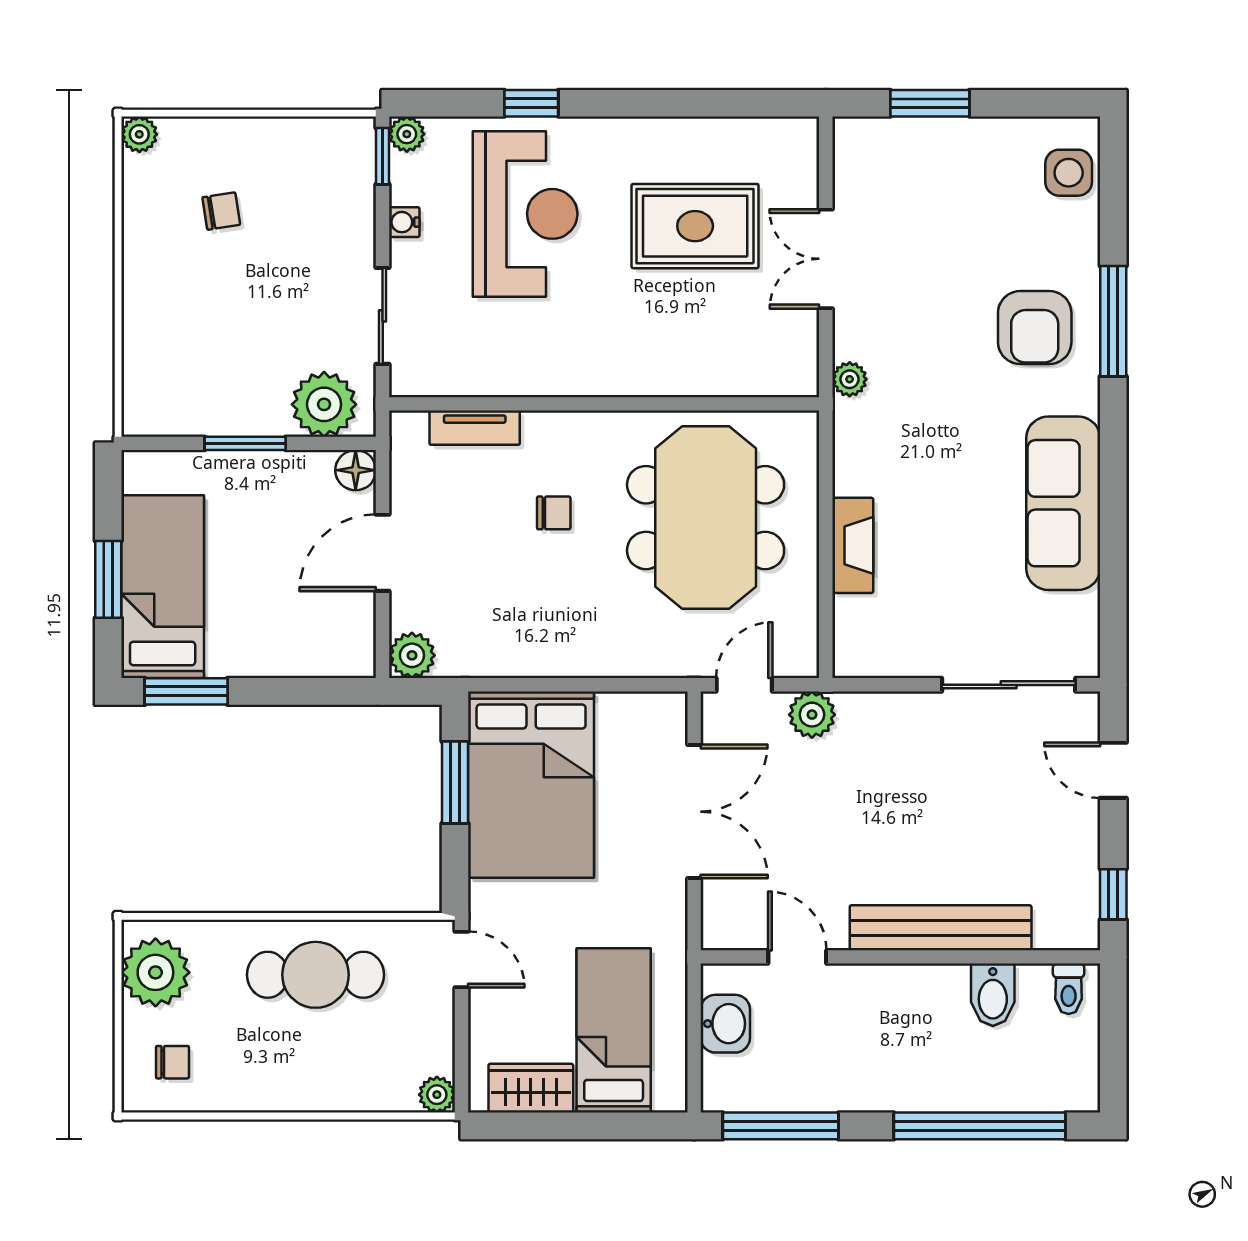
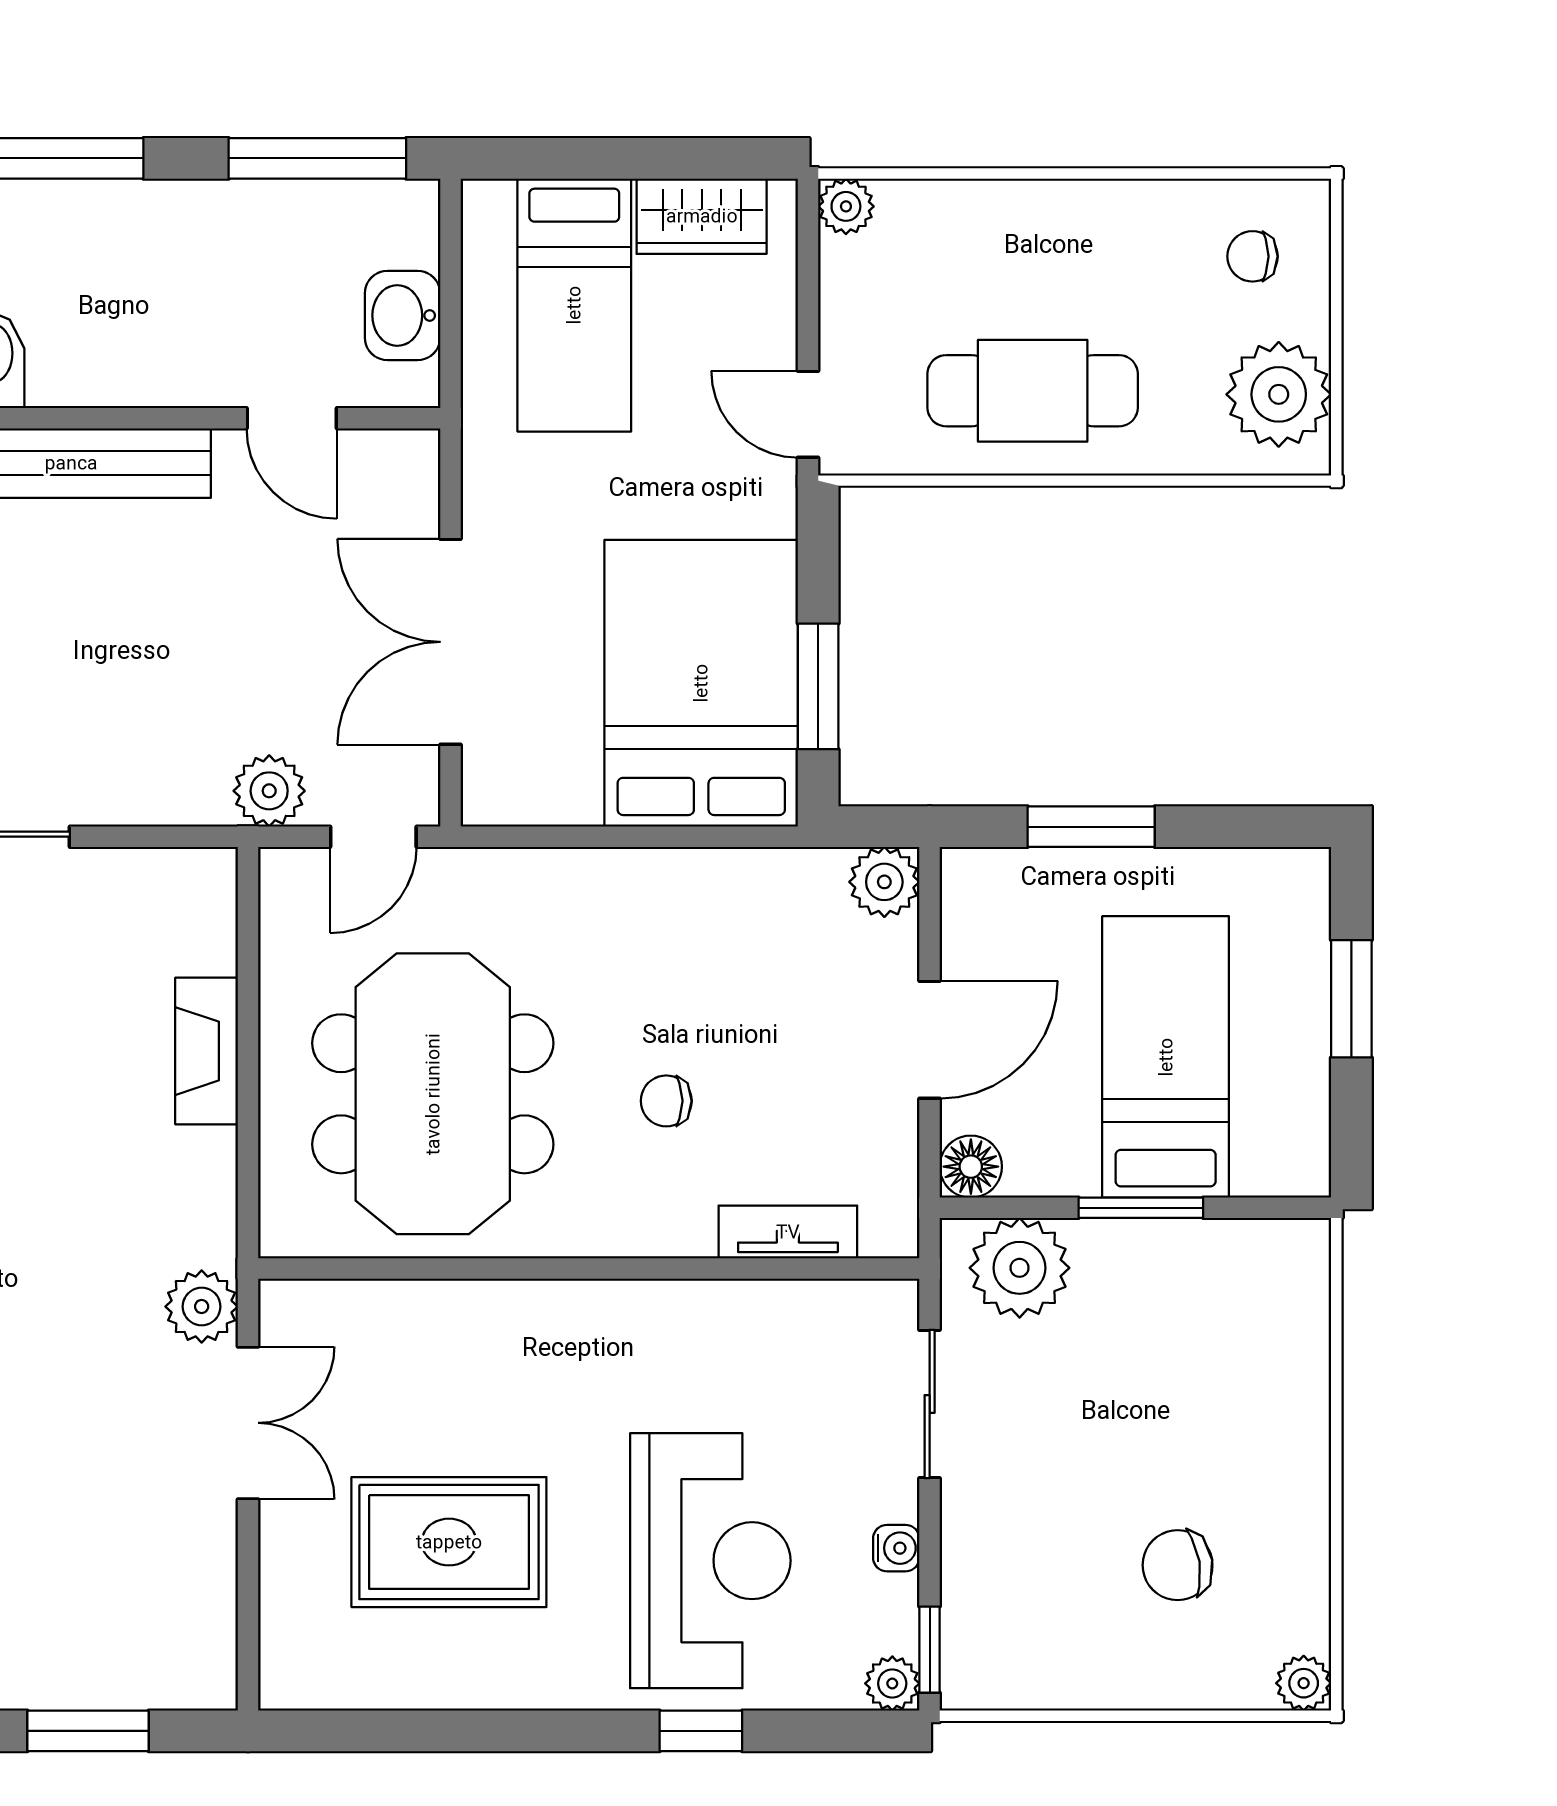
chair: (221, 211) -> (1178, 1565), width x1.37, depth x1.37
reception desk: (525, 214) -> (710, 1561), turned 180
double door: (826, 259) -> (248, 1423), moved
plant: (850, 379) -> (202, 1307), width x1.38, depth x1.38
bed: (163, 587) -> (1166, 1057), moved, turned 180
window: (186, 691) -> (1091, 827), moved

